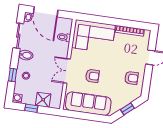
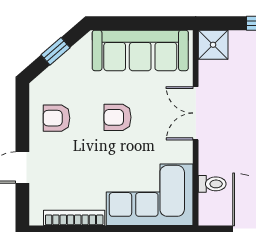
double door: (67, 71) -> (196, 113), swing flipped
armchair: (92, 76) -> (118, 117), moved
shower: (43, 100) -> (213, 45), moved

